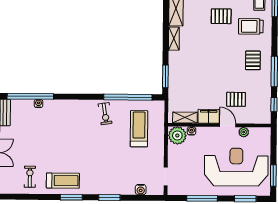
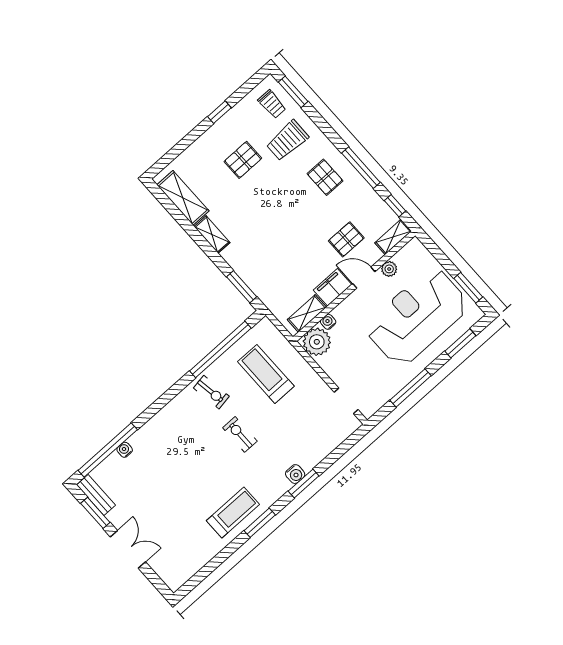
shelving: (259, 119) -> (393, 237), added
exercise bike: (30, 177) -> (240, 434), moved
water cooler: (141, 190) -> (295, 474), moved

